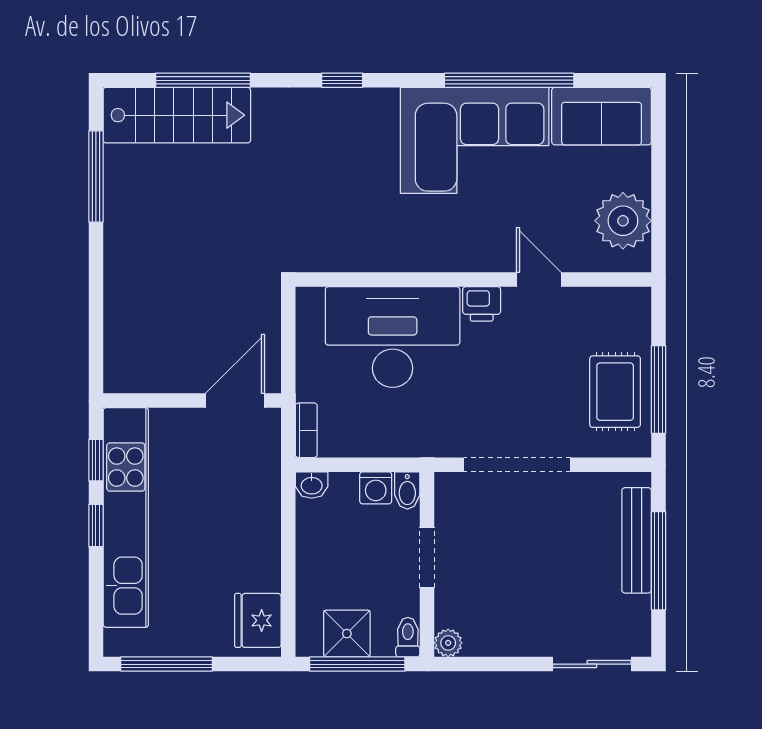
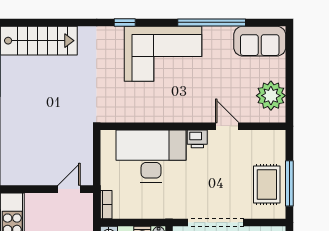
window: (203, 80) -> (52, 22), removed
corner sofa: (475, 140) -> (163, 54), moved
door: (235, 401) -> (69, 189), width x0.73

